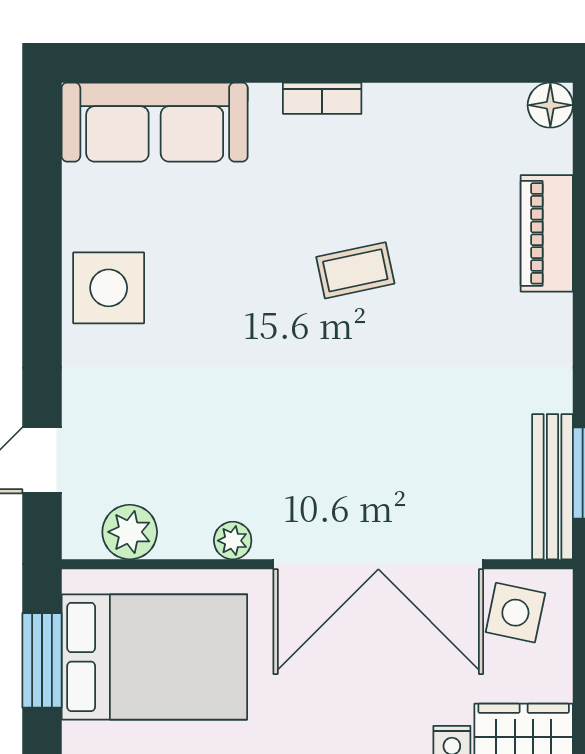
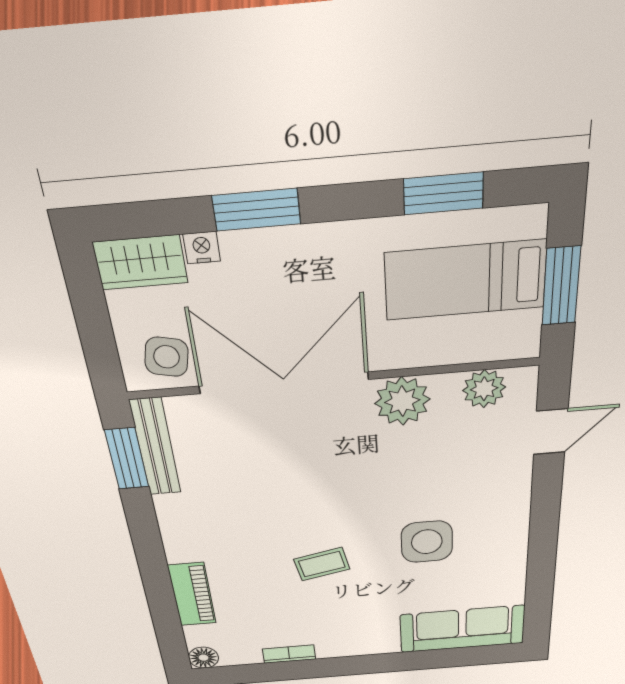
bookcase: (322, 98) -> (289, 654), moved
side table: (109, 288) -> (427, 542), moved
plant: (233, 541) -> (402, 401), width x1.88, depth x1.88
bed: (154, 657) -> (465, 280), width x0.67

